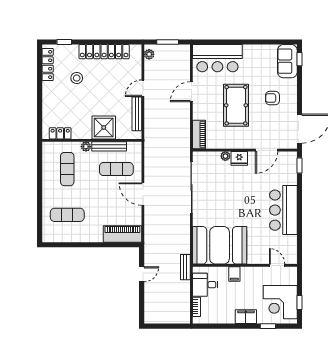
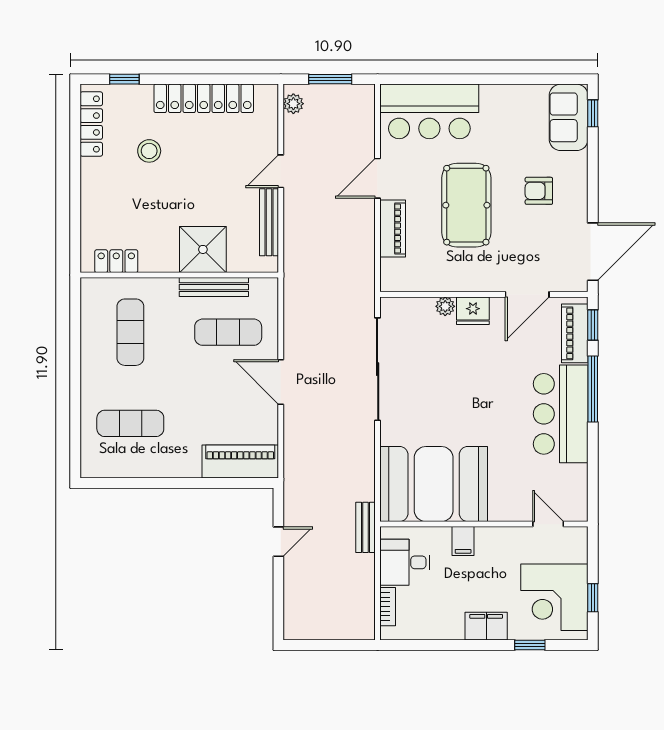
piano: (199, 135) -> (393, 229), moved
plant: (86, 147) -> (168, 287), removed
piano: (290, 170) -> (575, 333), added
window: (299, 198) -> (593, 389), added

